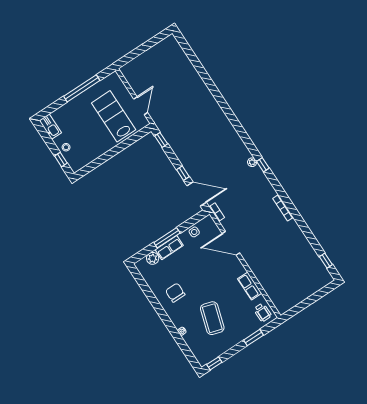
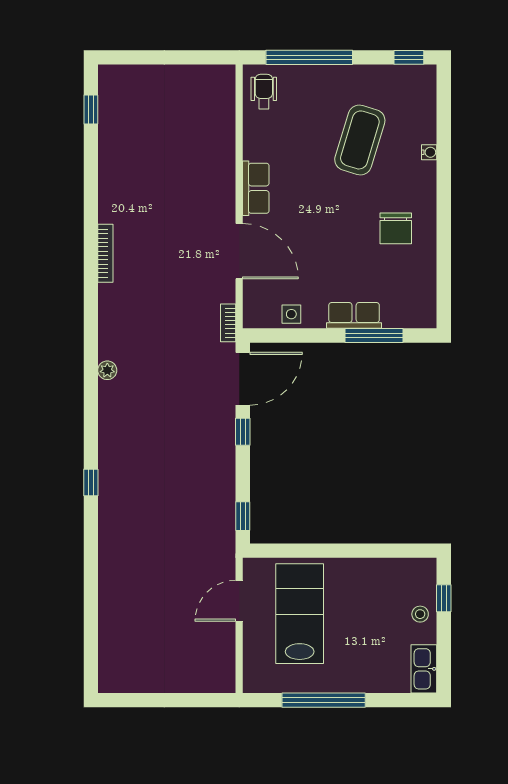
lab bench: (114, 116) -> (300, 614), turned 180
window: (263, 165) -> (91, 483), moved
door: (197, 194) -> (243, 379), swing flipped
window: (167, 238) -> (374, 336), moved
plant: (153, 258) -> (396, 316), removed
row of seats: (250, 286) -> (256, 188), moved
window: (254, 338) -> (309, 57), width x2.11

